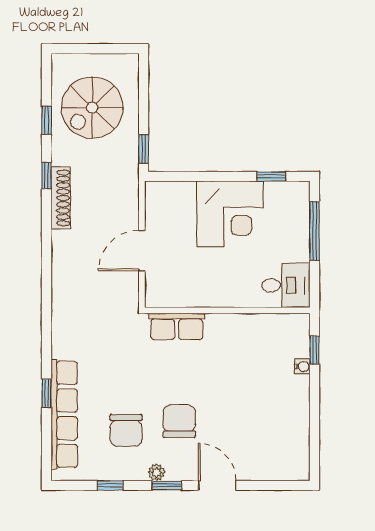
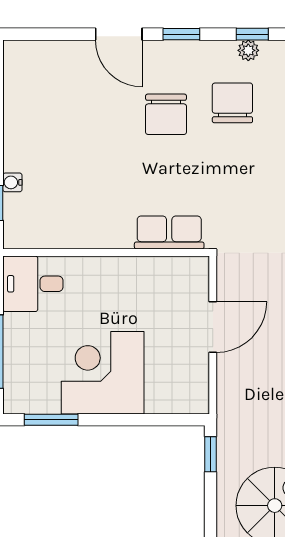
window: (271, 176) -> (51, 420), width x1.50
plant: (157, 472) -> (248, 50), moved

